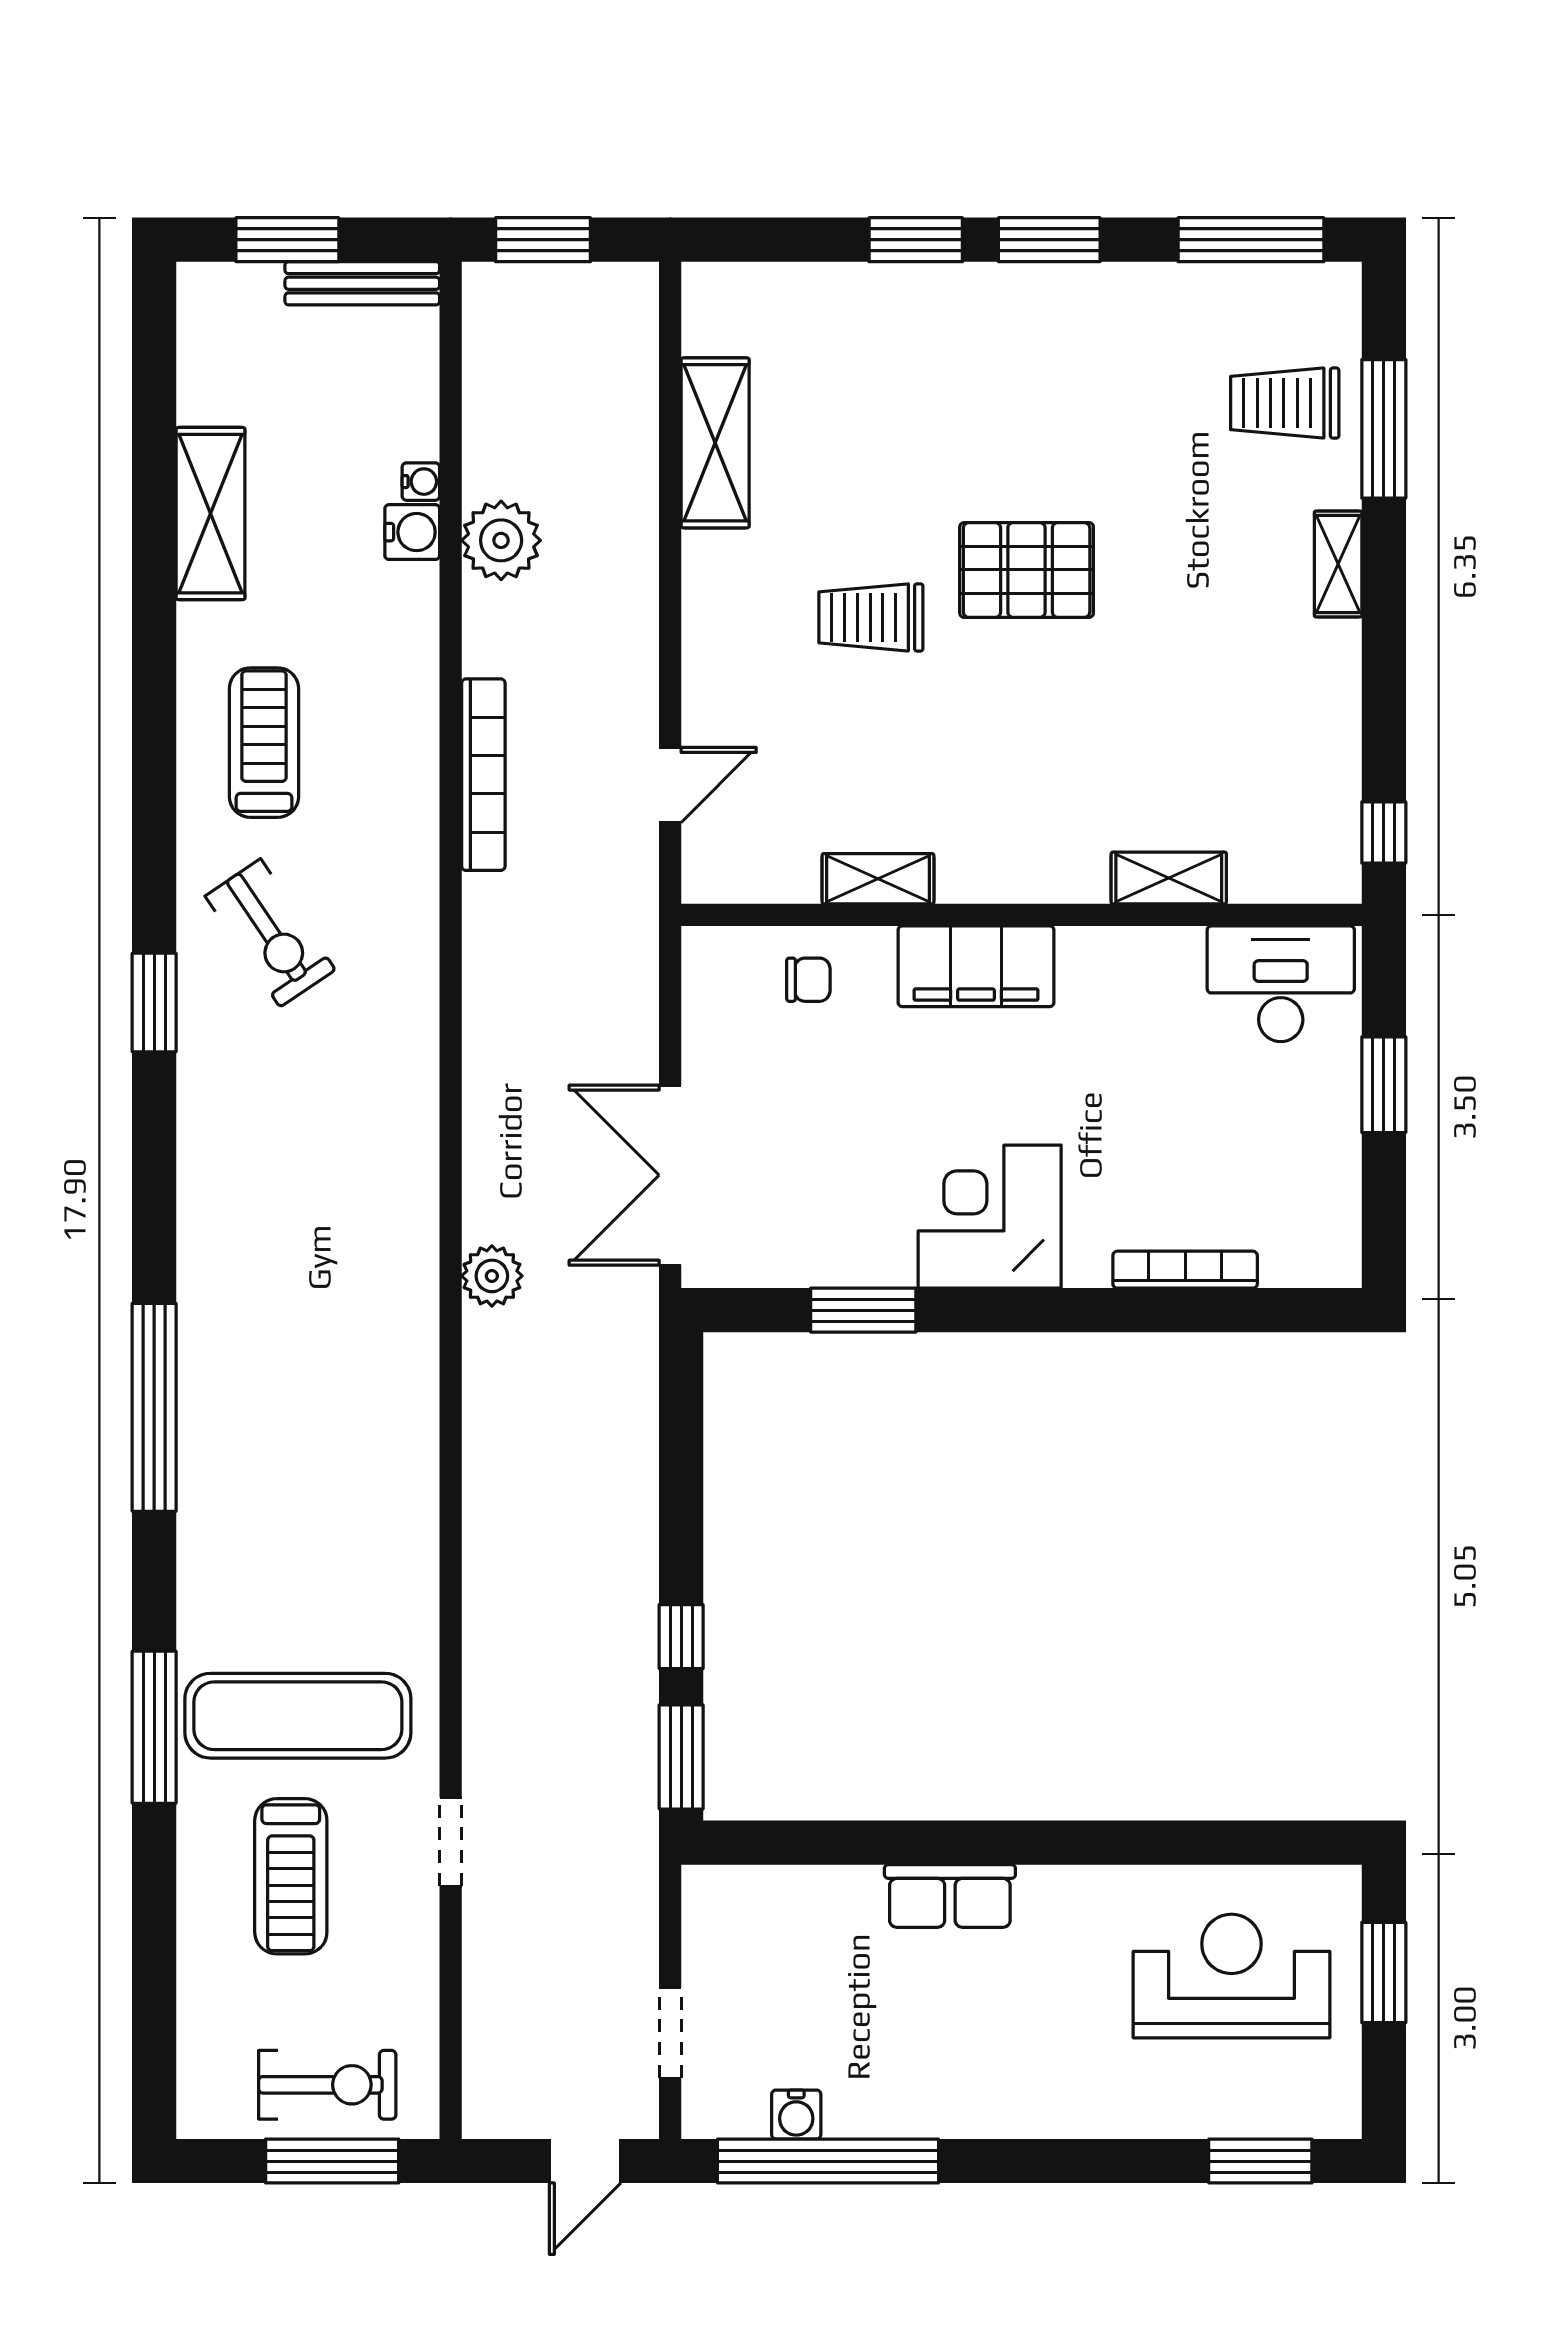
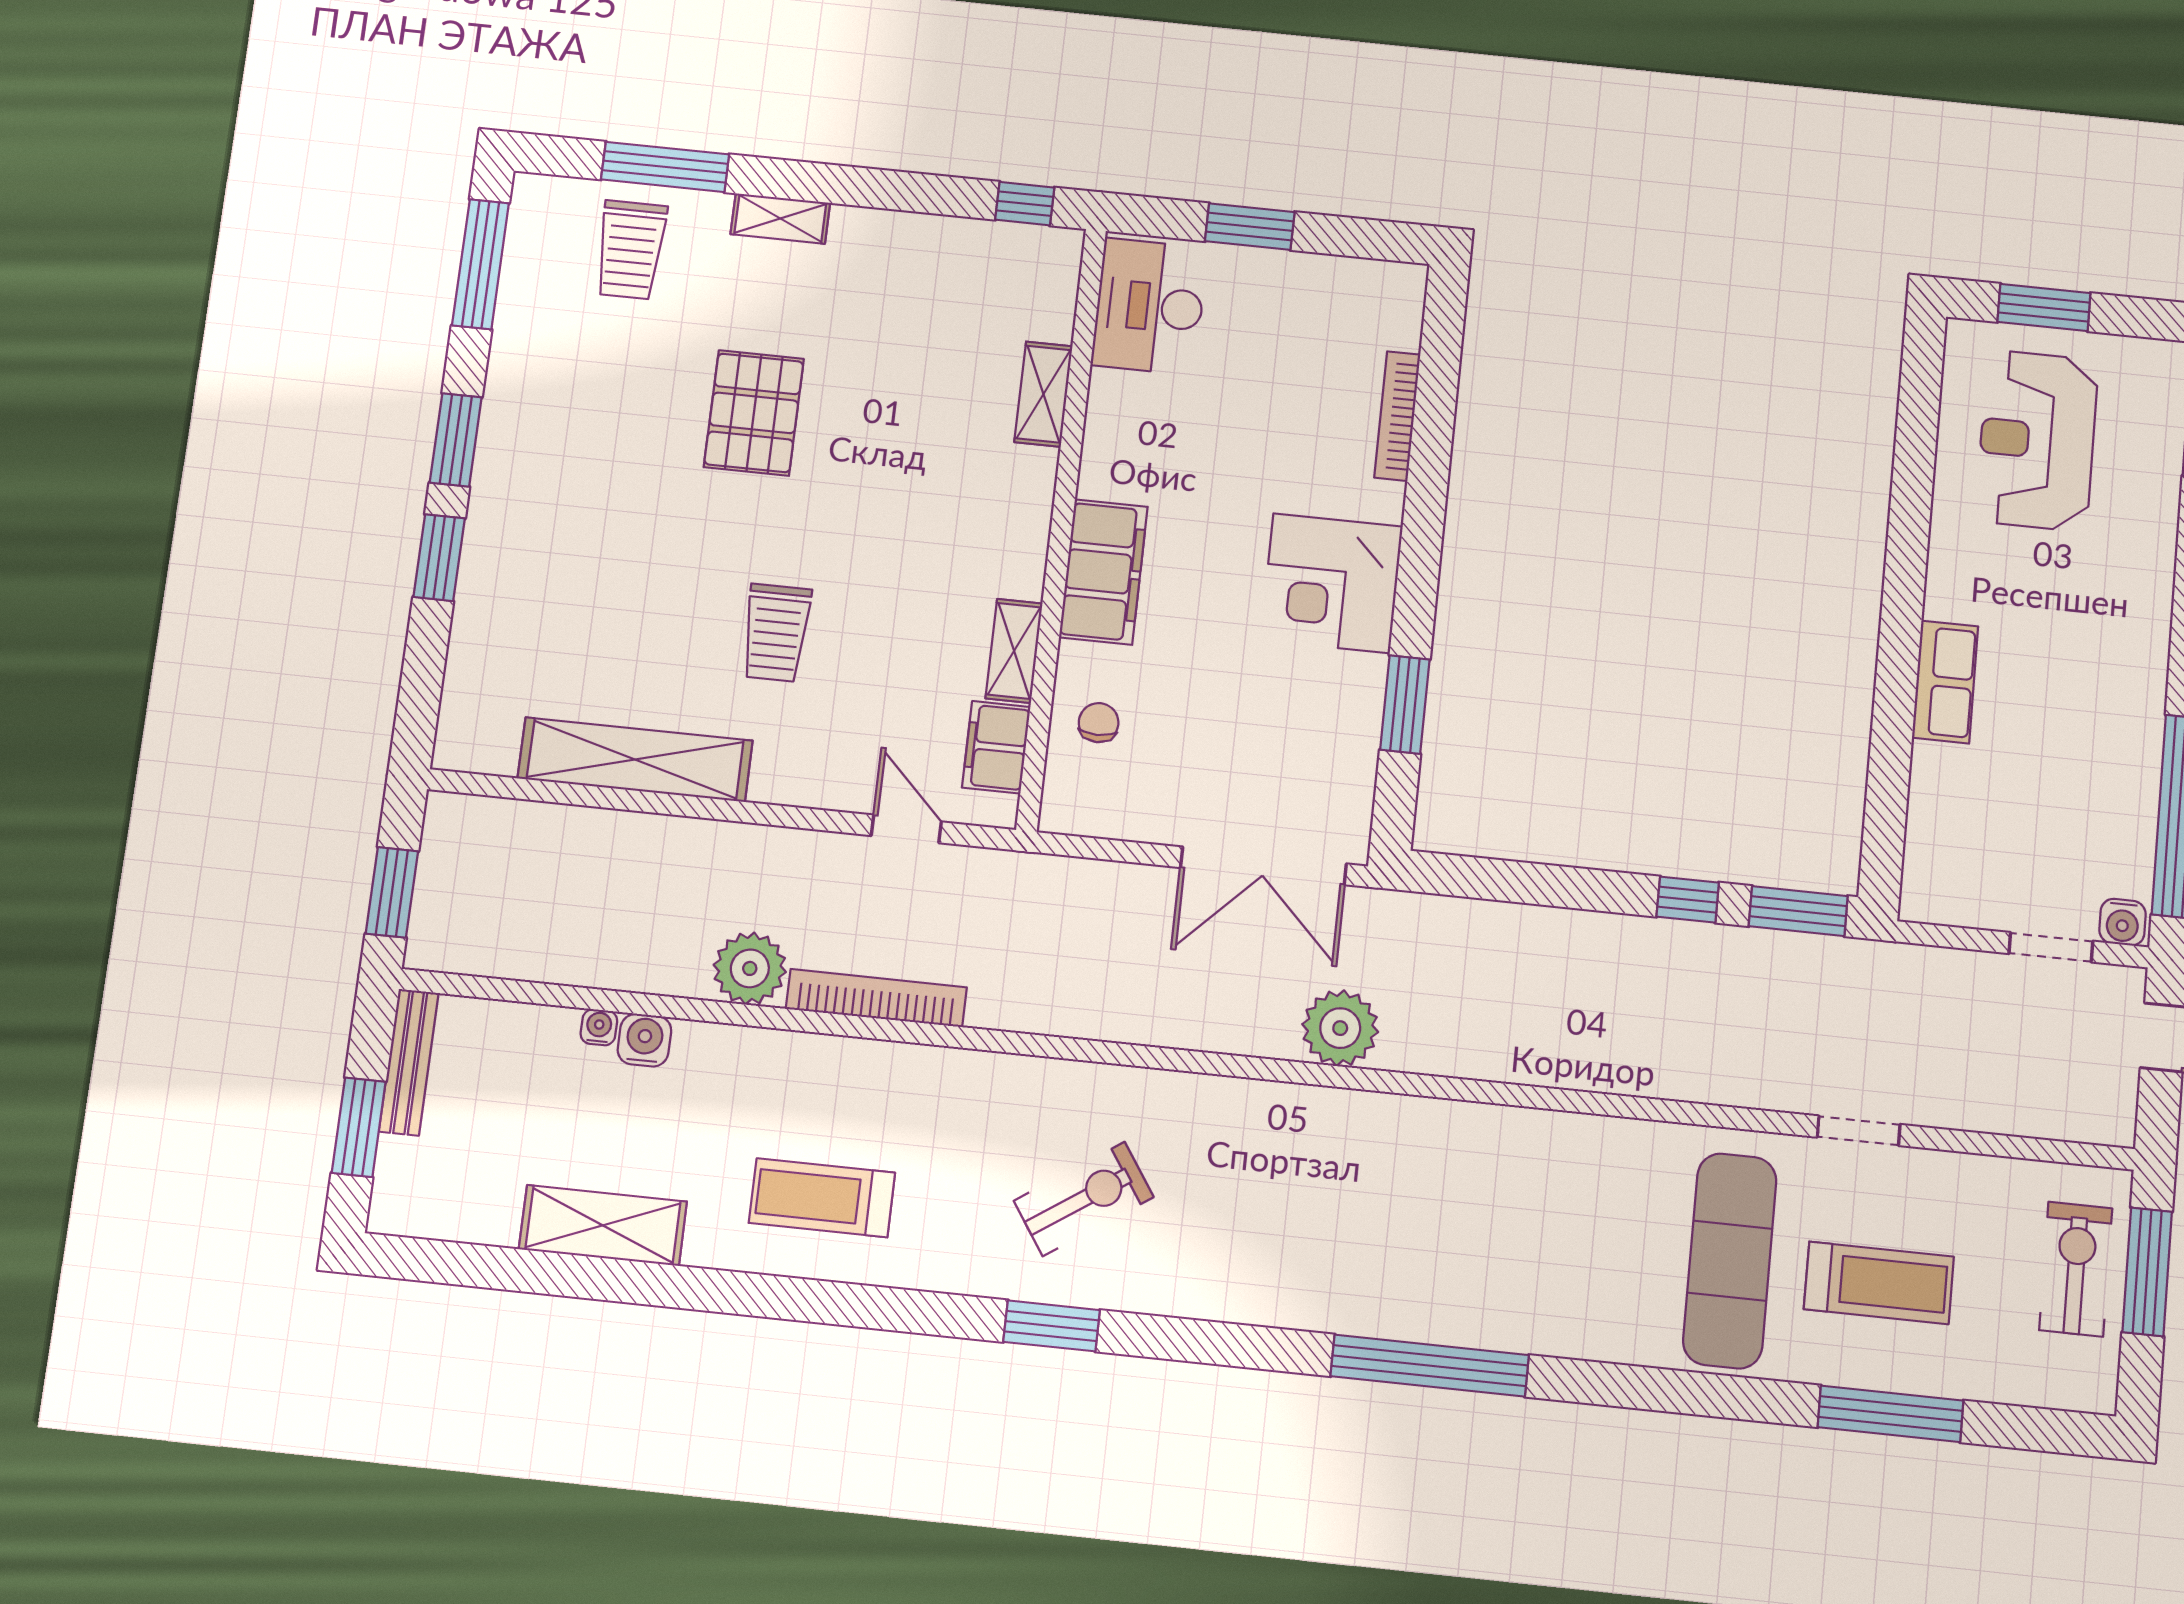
shelving: (715, 443) -> (635, 760), width x1.47
plant: (501, 540) -> (750, 968), moved
pallet: (1027, 570) -> (754, 413), moved
filing cabinet: (770, 872) -> (996, 747), added
exercise bike: (270, 933) -> (1084, 1199), moved
plant: (492, 1276) -> (1340, 1028), width x1.36, depth x1.36
window: (154, 1727) -> (1891, 1414), moved
water cooler: (796, 2115) -> (2123, 922), moved, turned 90

